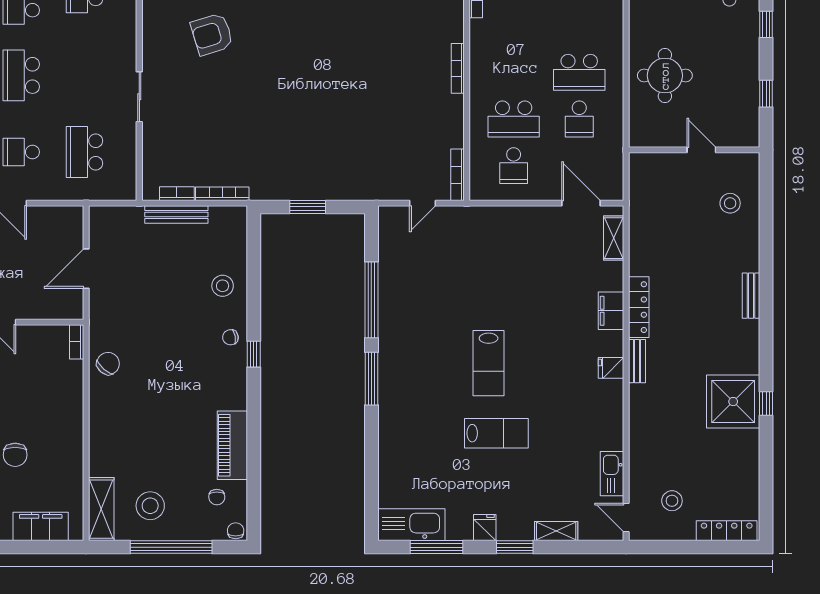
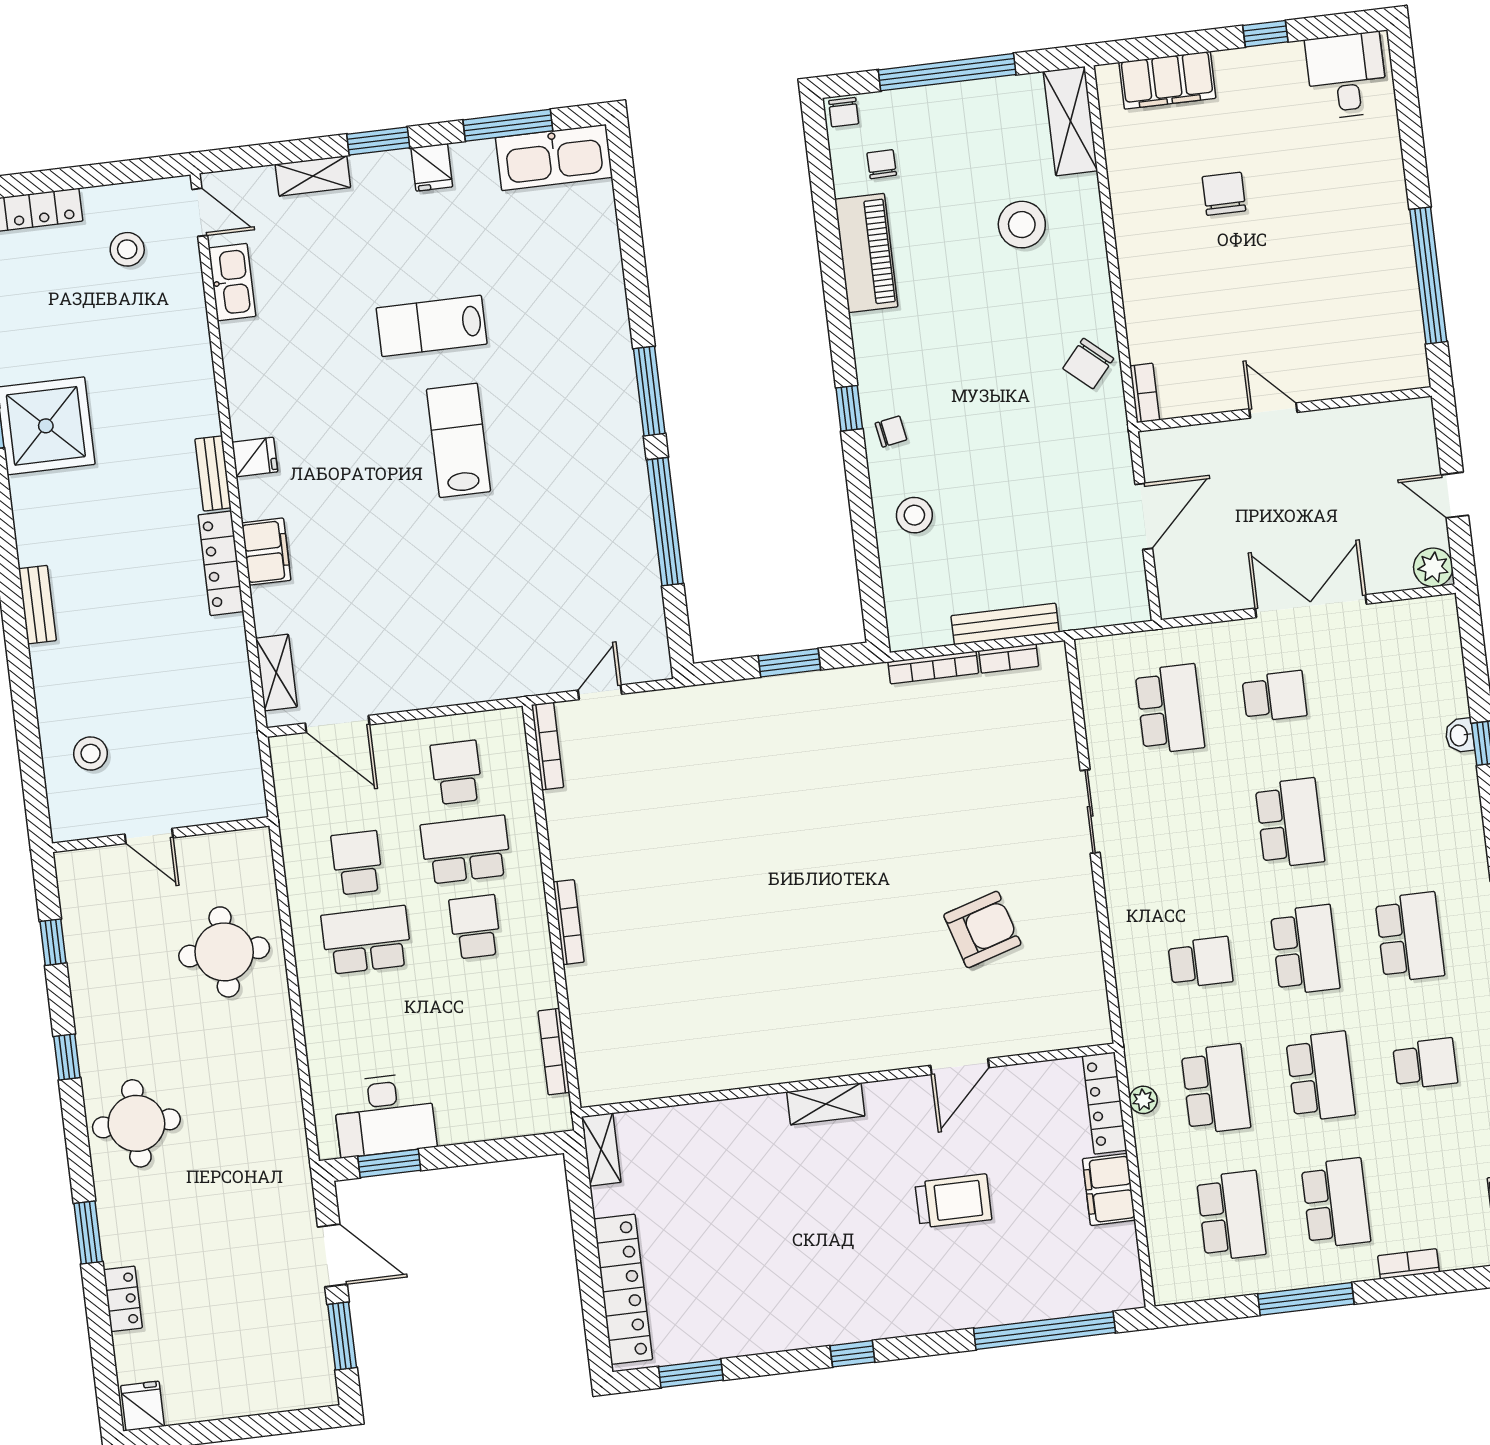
school desk: (514, 72) -> (475, 927), added
stool: (150, 506) -> (1022, 225), moved

